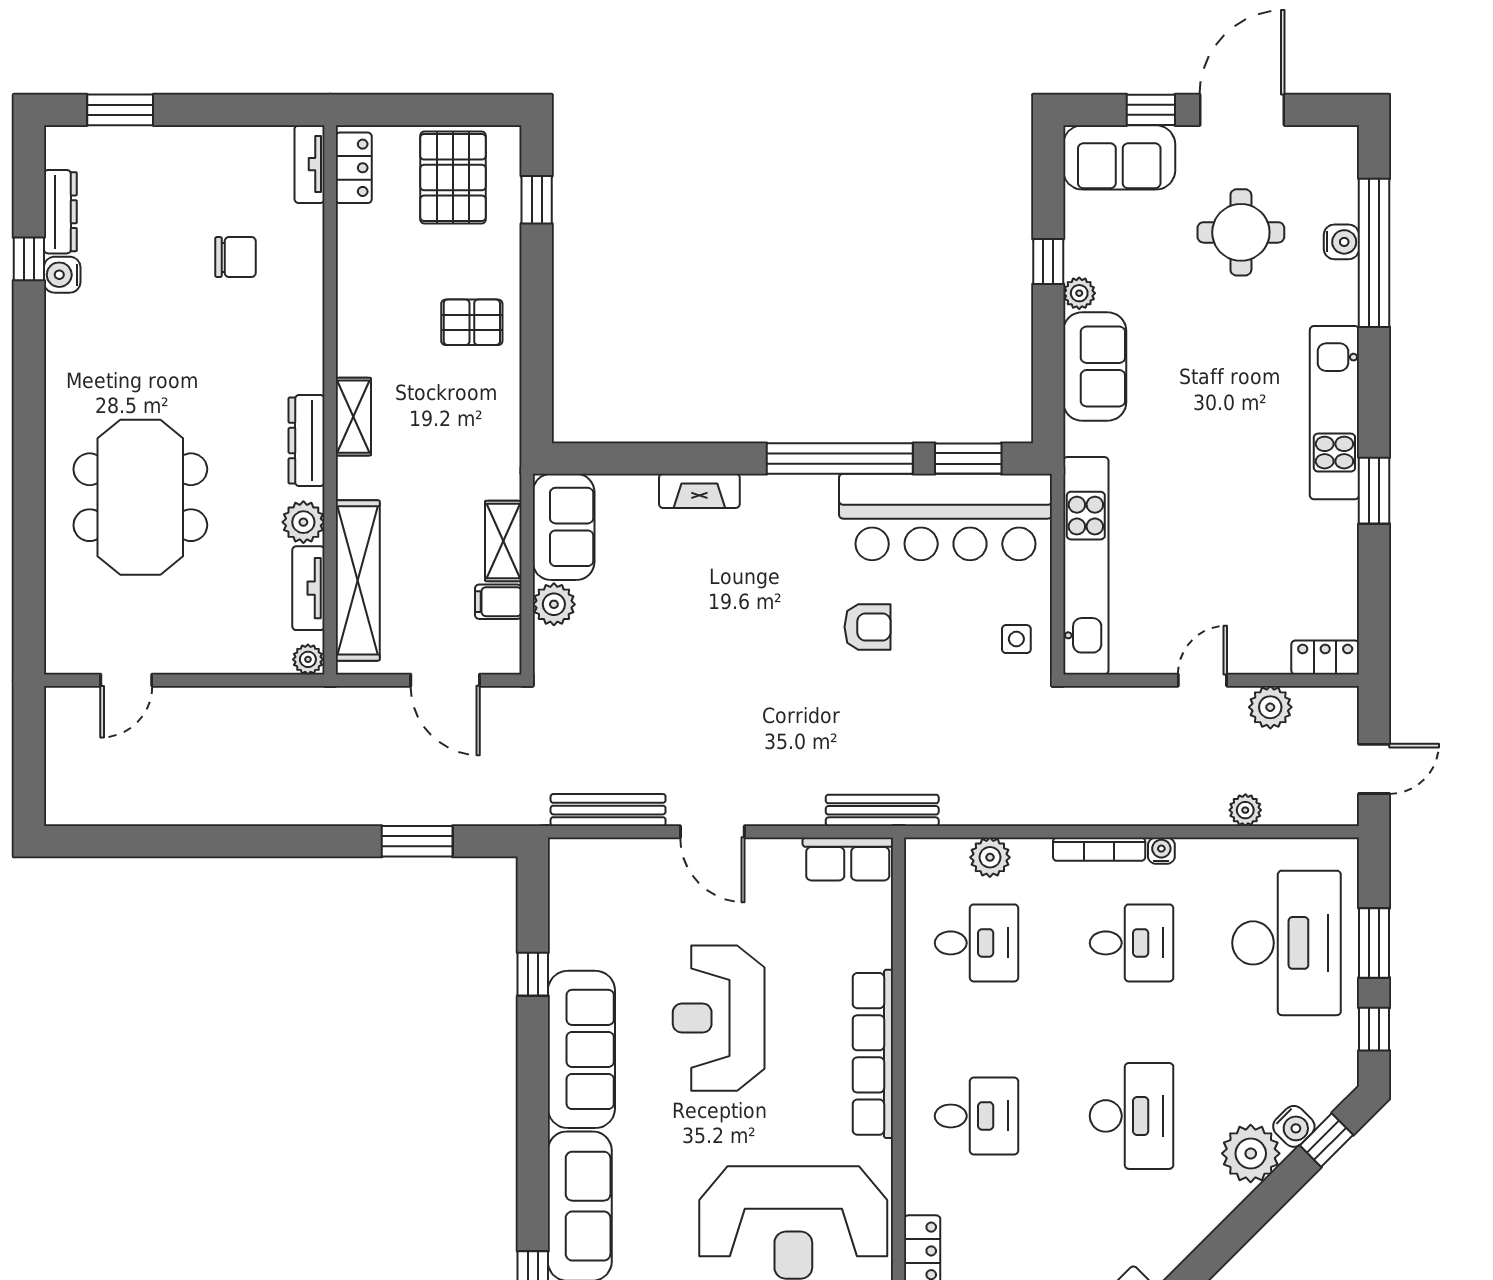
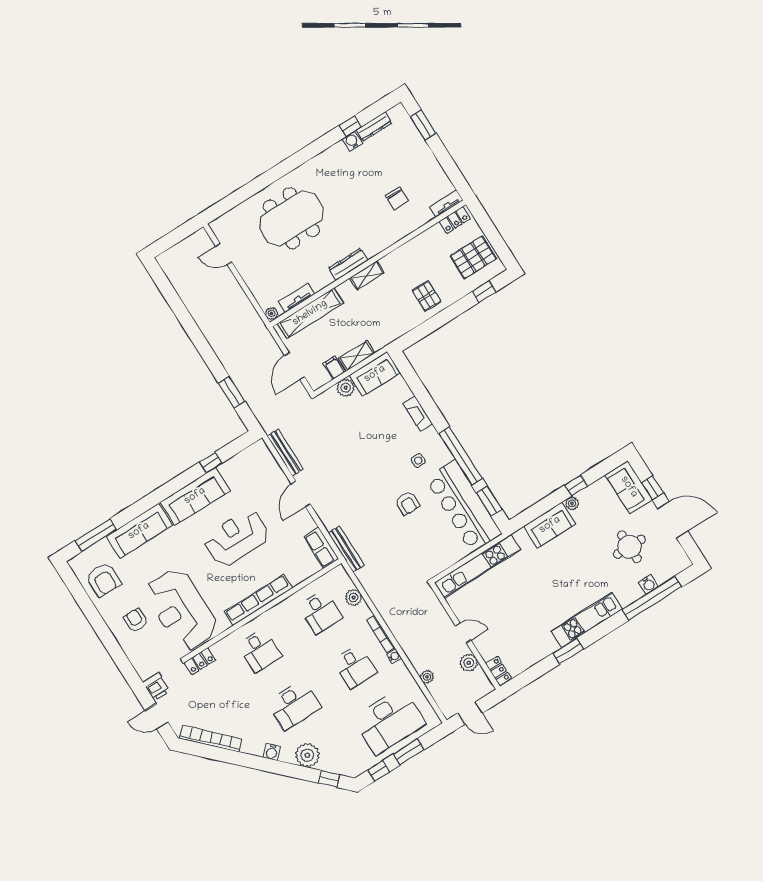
plant: (303, 522) -> (319, 281), removed
side table: (1016, 639) -> (418, 461), moved
water cooler: (1294, 1126) -> (272, 752), moved

